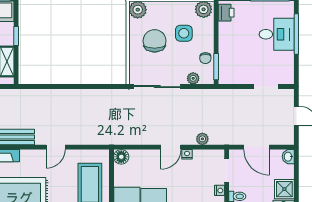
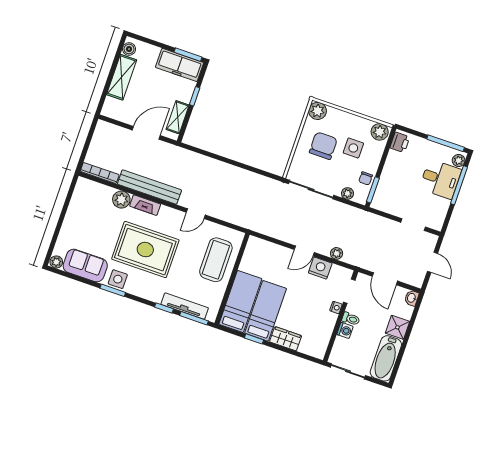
plant: (288, 11) -> (459, 160), added
nightstand: (187, 154) -> (320, 268), width x1.89, depth x1.79
floor lamp: (121, 157) -> (254, 244), removed

